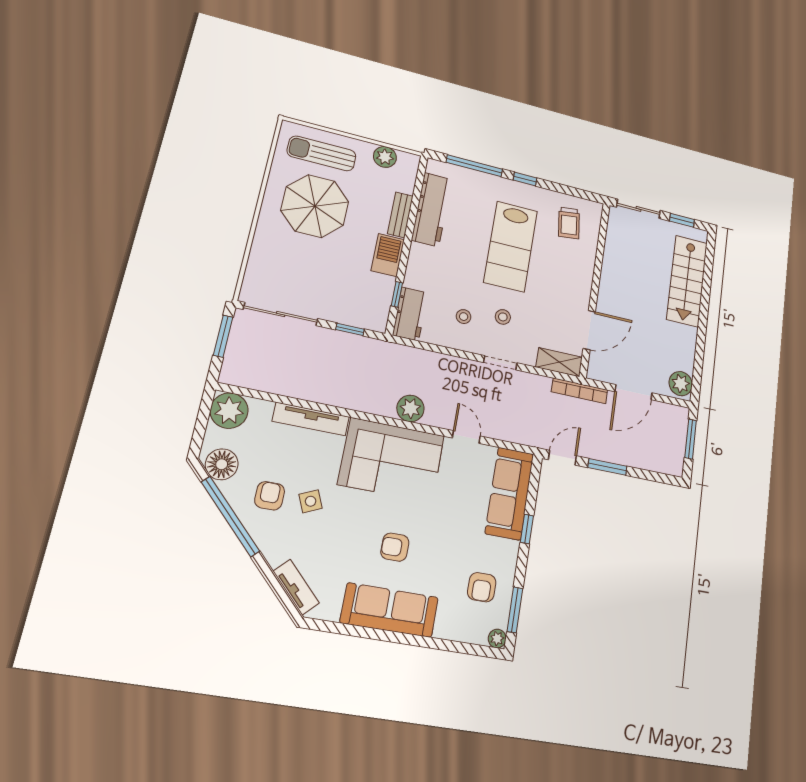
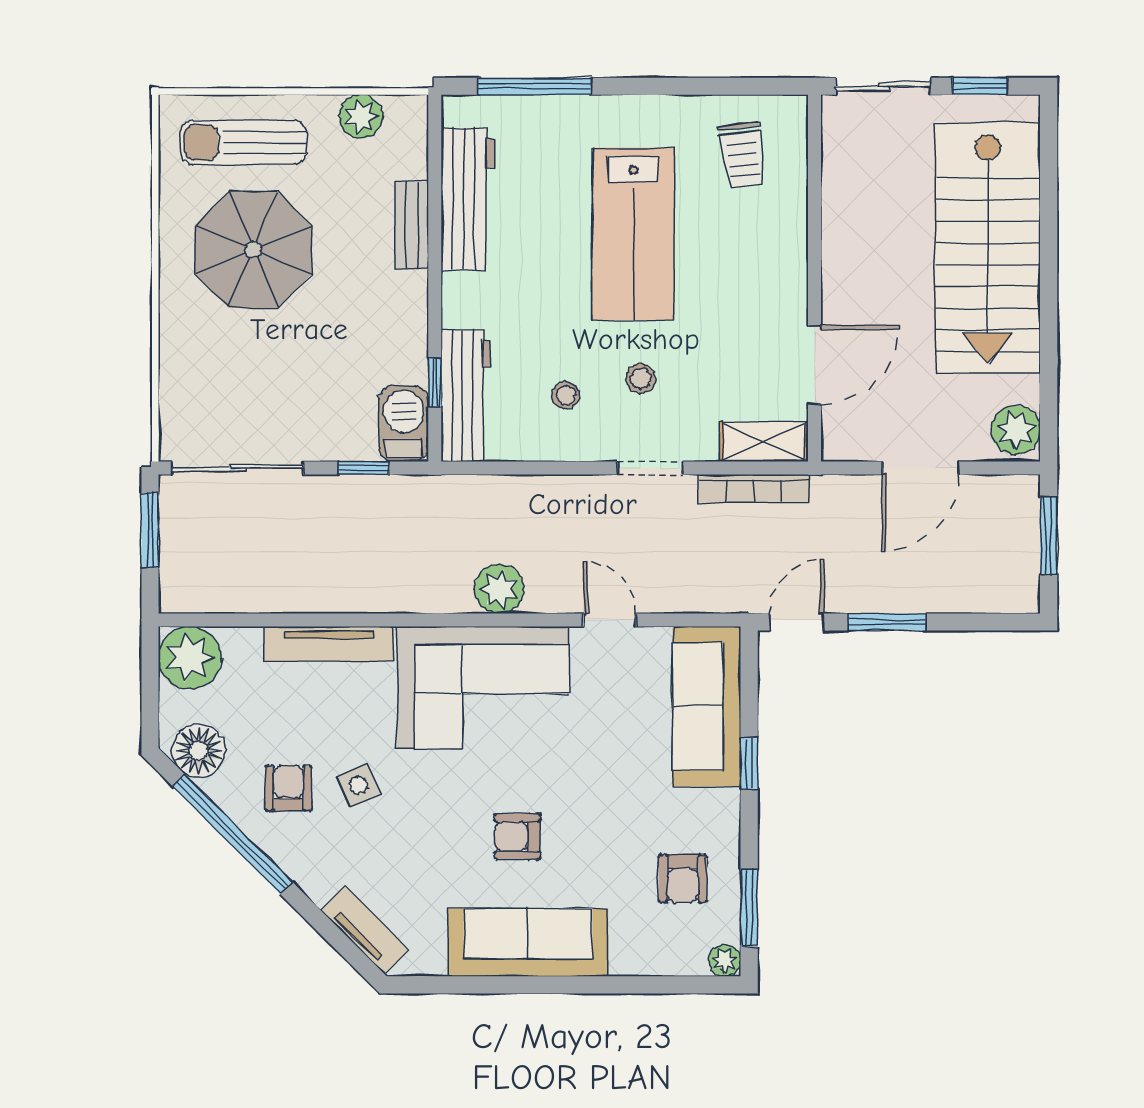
window: (525, 179) -> (639, 86), removed
barbecue: (388, 255) -> (404, 424), moved
stairs: (687, 281) -> (988, 248), width x1.36, depth x1.51
workbench: (410, 314) -> (466, 396), width x1.38
bookcase: (580, 391) -> (754, 489), moved

